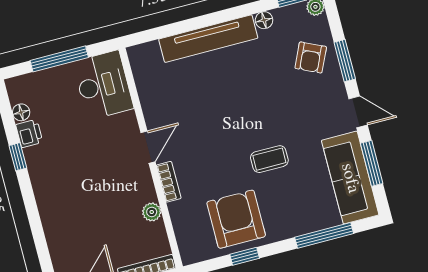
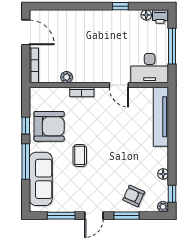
tv unit: (208, 39) -> (161, 117), moved
printer: (29, 133) -> (160, 17), moved
door: (148, 147) -> (119, 85), moved
sofa: (350, 178) -> (41, 179), moved, turned 90
window: (324, 235) -> (26, 161), moved

